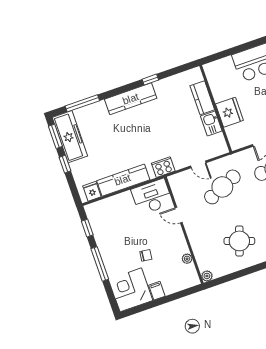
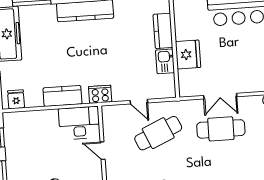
kitchen counter: (123, 180) -> (62, 96), width x0.67

